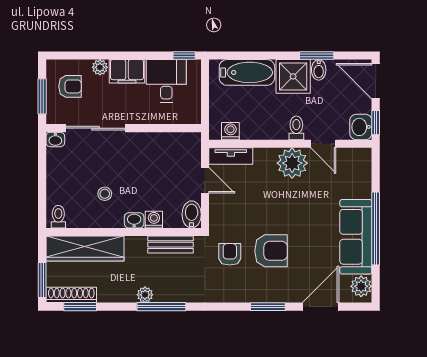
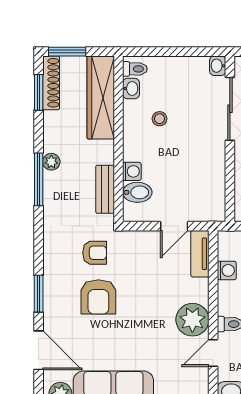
washing machine: (230, 131) -> (227, 270), moved
bidet: (192, 214) -> (137, 192), moved
washbasin: (134, 220) -> (131, 89), moved

